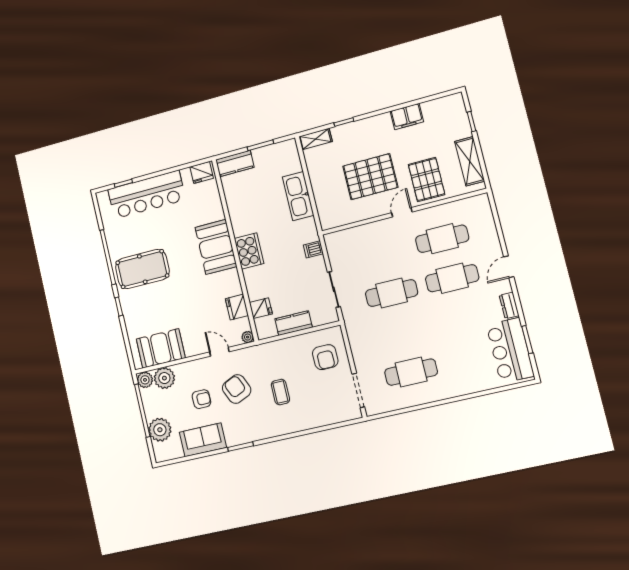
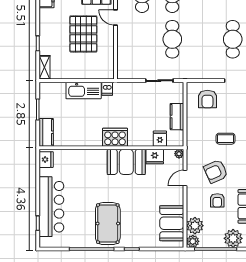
booth: (216, 247) -> (126, 162), moved
dishwasher: (313, 249) -> (107, 89), moved
armchair: (325, 357) -> (207, 99), turned 90
armchair: (201, 399) -> (217, 200), turned 180

